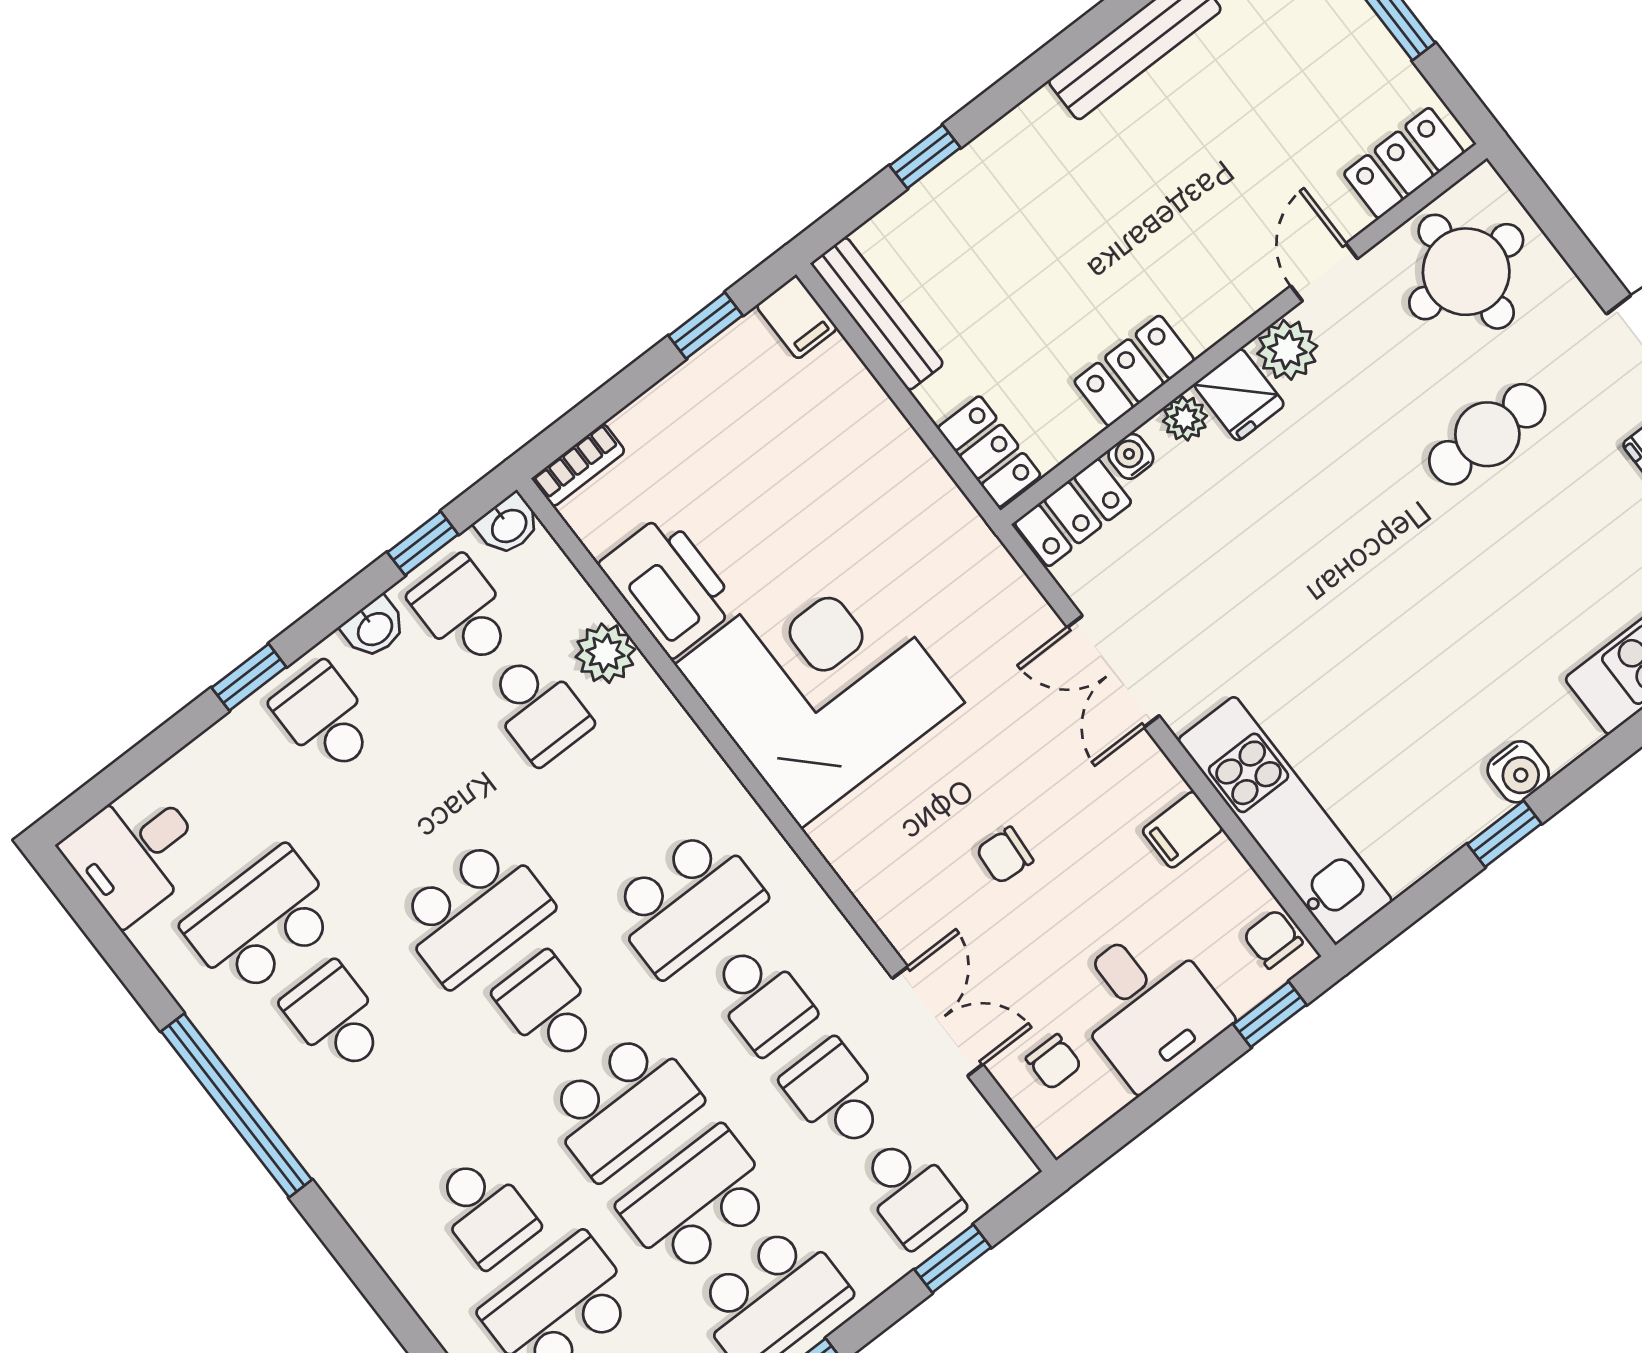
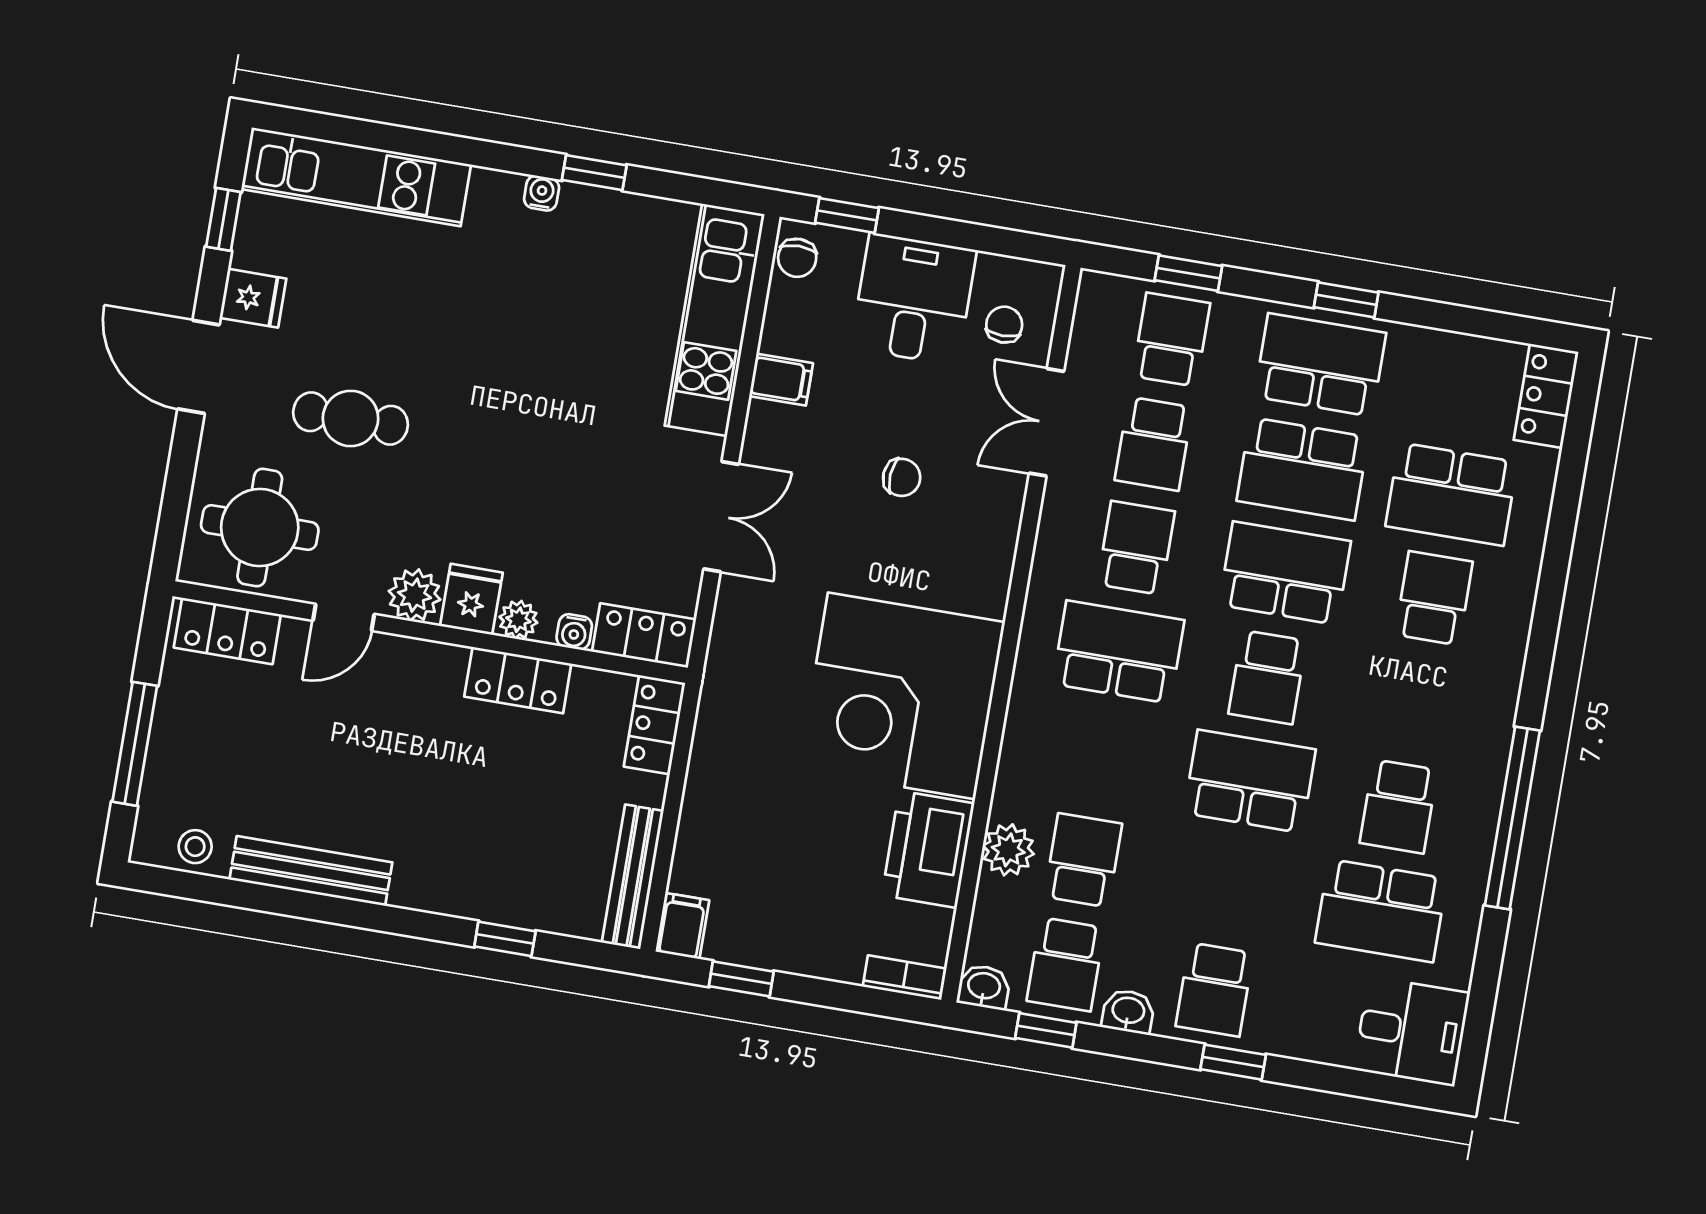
water cooler: (1518, 772) -> (542, 193), width x0.72, depth x0.72

